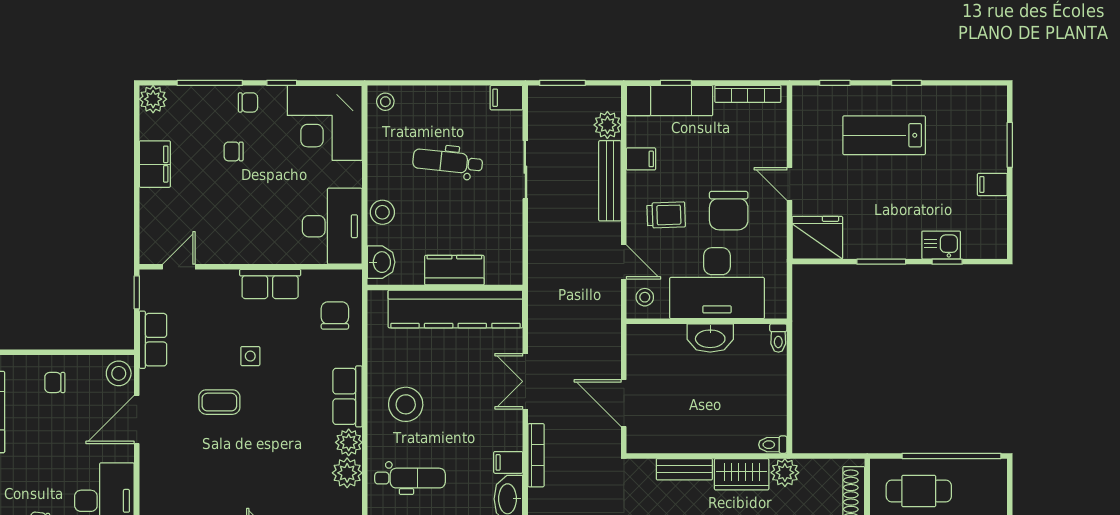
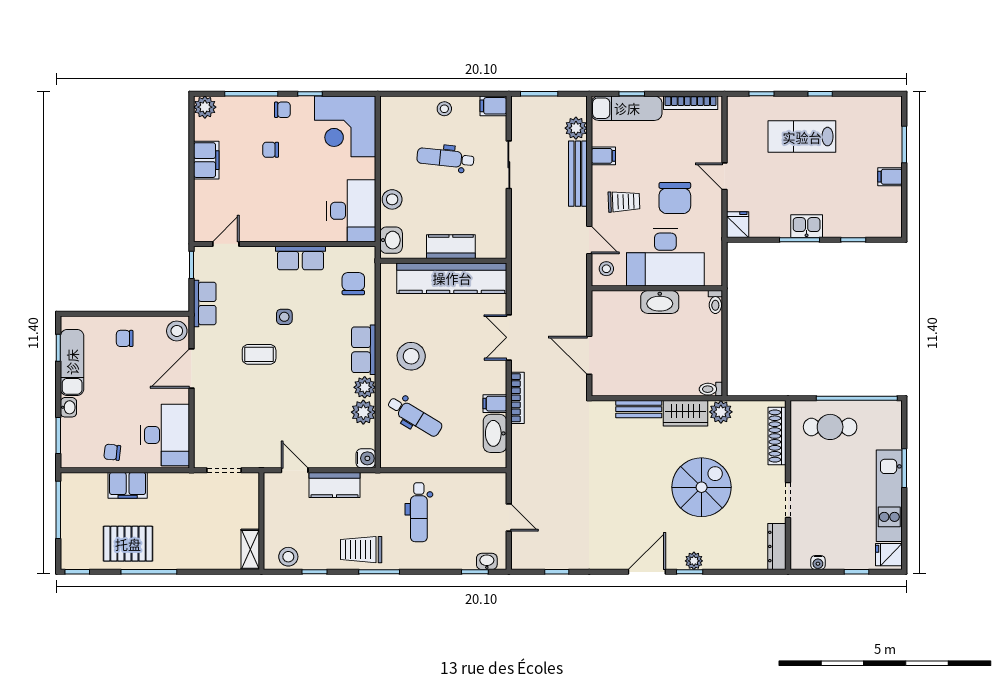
stool: (385, 102) -> (444, 109), moved
fridge: (817, 238) -> (738, 225), width x0.53, depth x0.75
kitchen sink: (941, 245) -> (807, 226), moved
dental chair: (410, 478) -> (415, 416), turned 31

